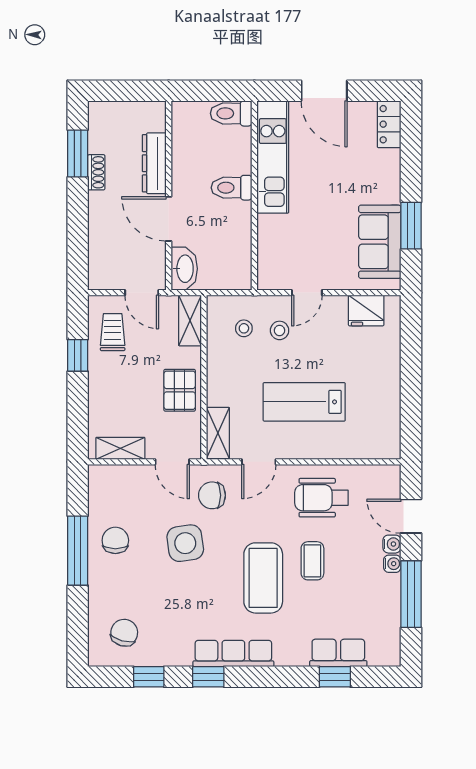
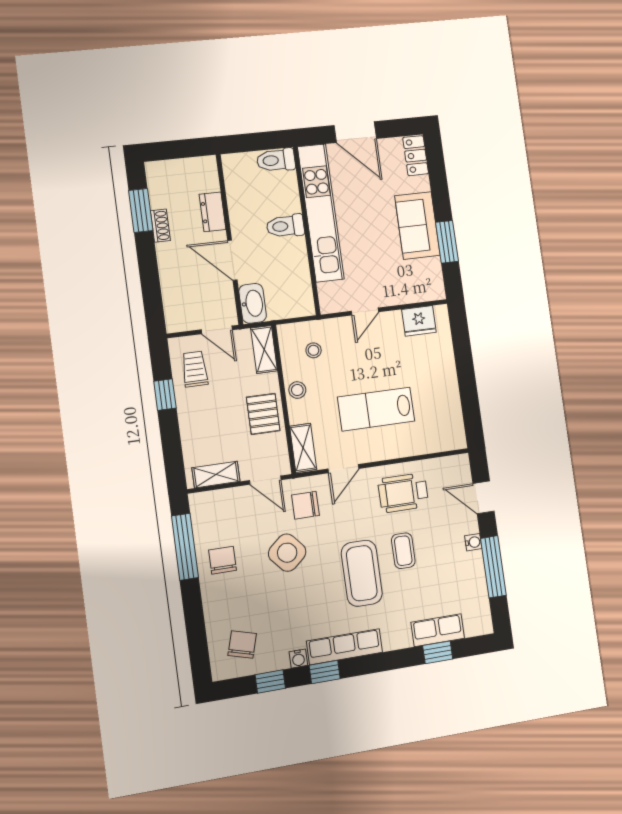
kitchen unit: (273, 157) -> (321, 213), width x1.36
dresser: (154, 163) -> (213, 212), width x0.70
sofa: (380, 242) -> (417, 226), moved
stool: (280, 330) -> (297, 390), moved
side table: (185, 543) -> (287, 553), turned -33
water cooler: (392, 544) -> (298, 659), moved, turned 90
window: (78, 551) -> (185, 547), moved

